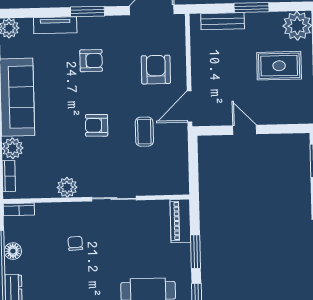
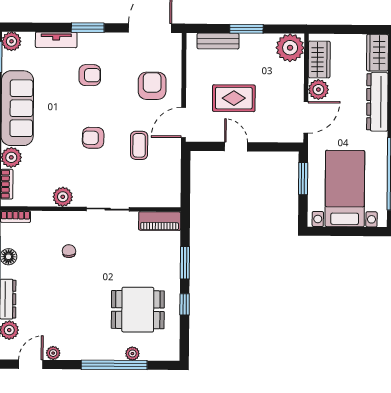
rug: (279, 66) -> (234, 98), moved
piano: (180, 221) -> (160, 221), moved, turned -90

